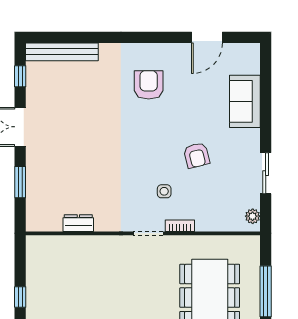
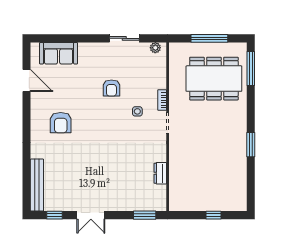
armchair: (149, 85) -> (61, 123), turned -90
sofa: (245, 101) -> (59, 53), moved
armchair: (197, 155) -> (111, 88), turned 104
window: (20, 182) -> (145, 215), moved

